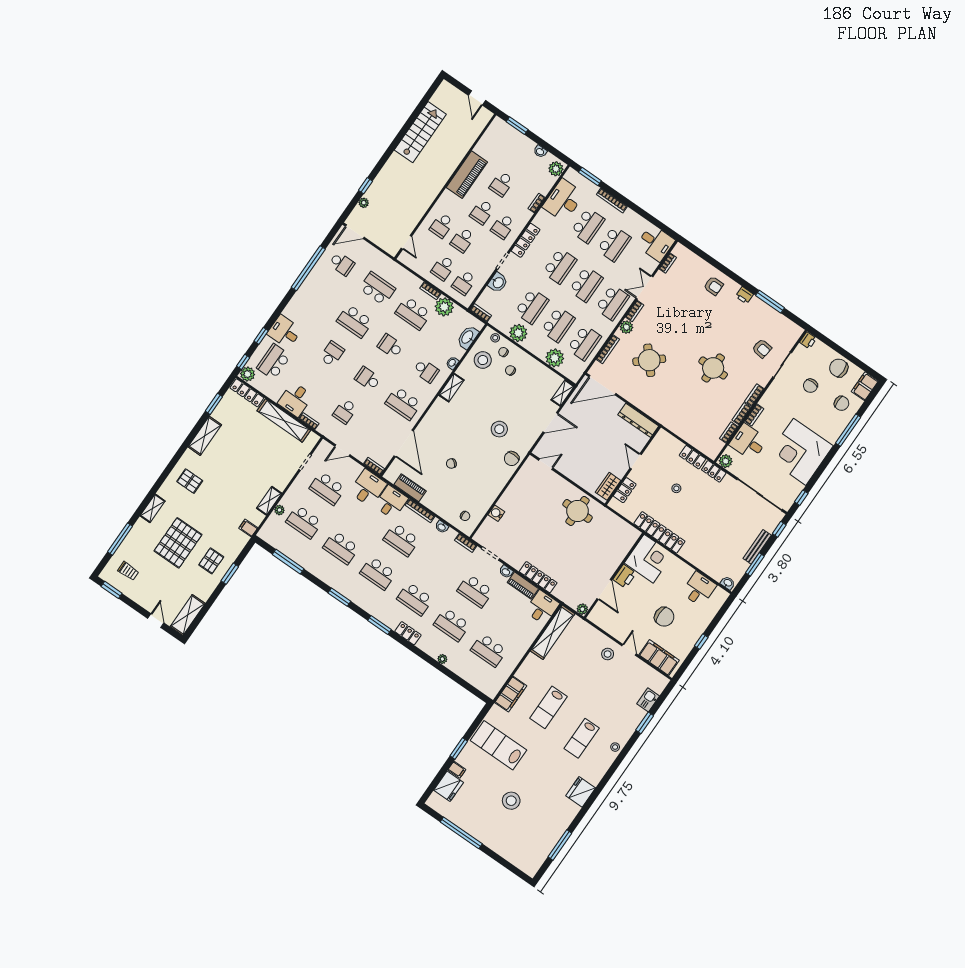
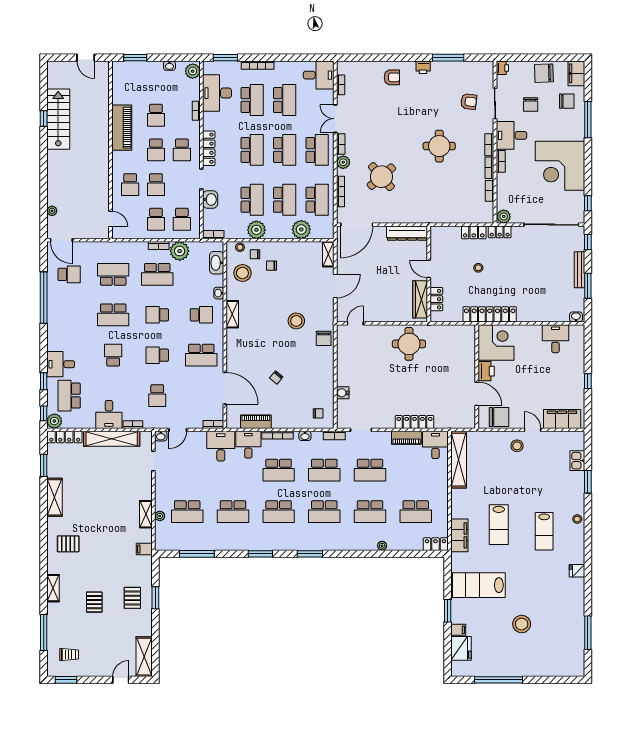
window: (366, 186) -> (44, 118), moved
door: (355, 232) -> (61, 240), hinge flipped
desk: (748, 442) -> (511, 135), moved
wardrobe: (608, 486) -> (420, 299), width x1.50
school desk: (327, 488) -> (324, 470), moved
pallet: (178, 543) -> (94, 602), width x0.49, depth x0.50
washbasin: (506, 572) -> (161, 436), moved
plant: (582, 609) -> (470, 423), removed
chair: (664, 617) -> (499, 417), moved
door: (156, 621) -> (121, 680), hinge flipped
locker: (408, 633) -> (435, 544), moved
fridge: (581, 792) -> (577, 571), width x0.53, depth x0.75

